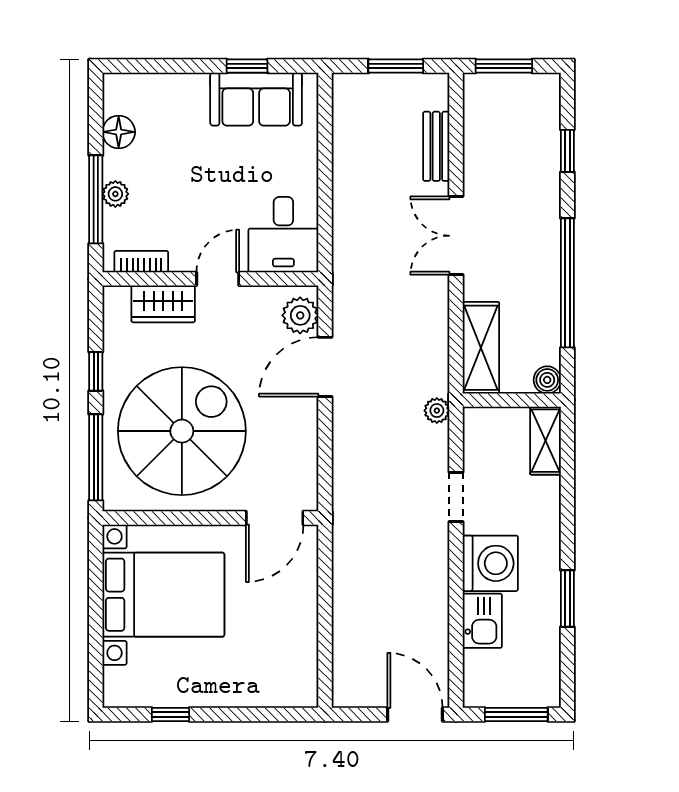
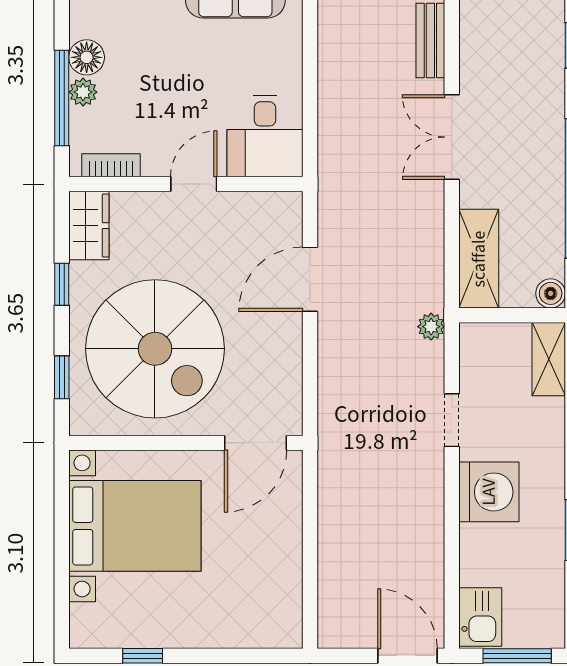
floor lamp: (119, 132) -> (87, 57), moved
wardrobe: (163, 304) -> (89, 226), moved, turned -90
plant: (300, 315) -> (283, 224), removed
spiral stairs: (182, 431) -> (155, 349), turned 90
window: (96, 457) -> (62, 377), width x0.46
kitchen sink: (482, 621) -> (480, 617), moved

